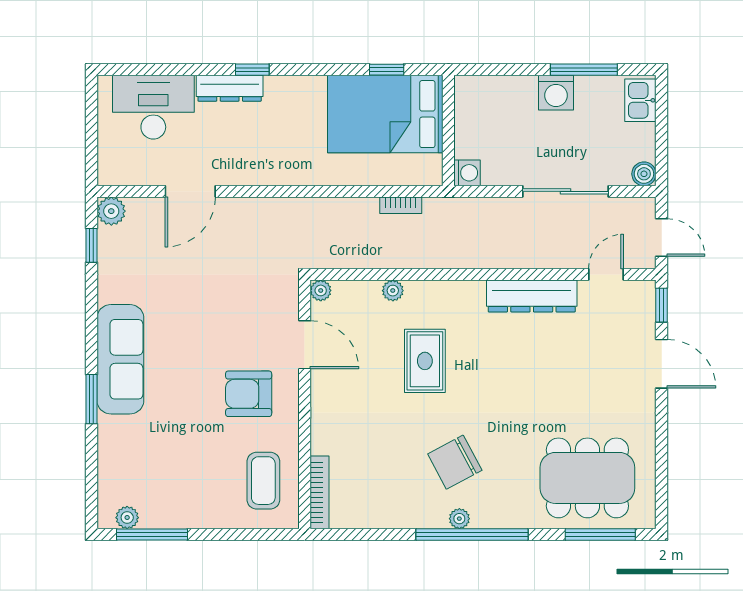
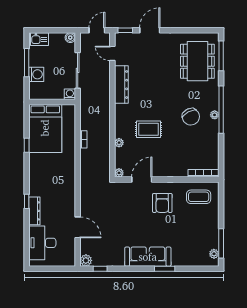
bed: (385, 114) -> (45, 128), moved
wall: (448, 131) -> (52, 102), moved
washing machine: (467, 173) -> (70, 94), moved

